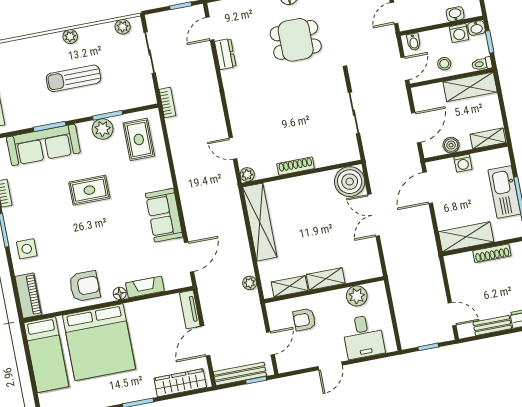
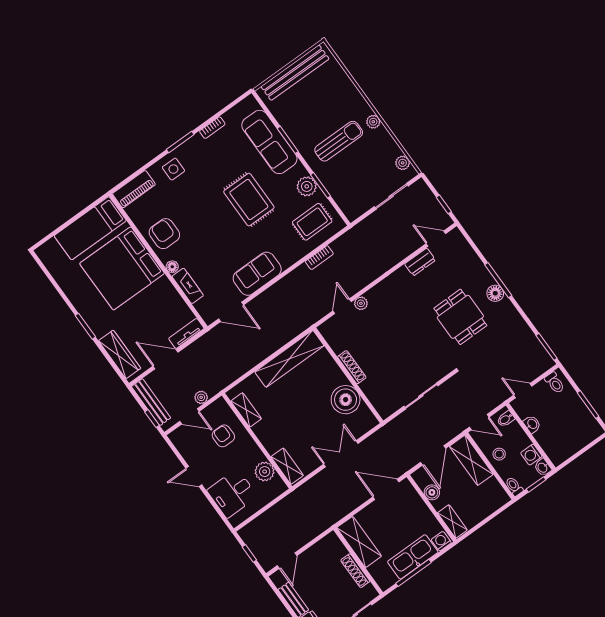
washbasin: (455, 14) -> (532, 424), moved
sun lounger: (73, 78) -> (339, 141), turned 90
shelving: (470, 87) -> (471, 460), moved
bookcase: (167, 102) -> (319, 258), moved
door: (416, 128) -> (433, 455), hinge flipped
washing machine: (463, 163) -> (441, 541), moved, turned 90
plant: (247, 175) -> (361, 303), moved
boiler: (350, 182) -> (346, 400), moved
rug: (89, 190) -> (249, 200), width x1.36, depth x1.43
shelving: (326, 279) -> (287, 466), moved
plant: (250, 283) -> (201, 397), moved
armchair: (84, 286) -> (164, 234), turned 180

